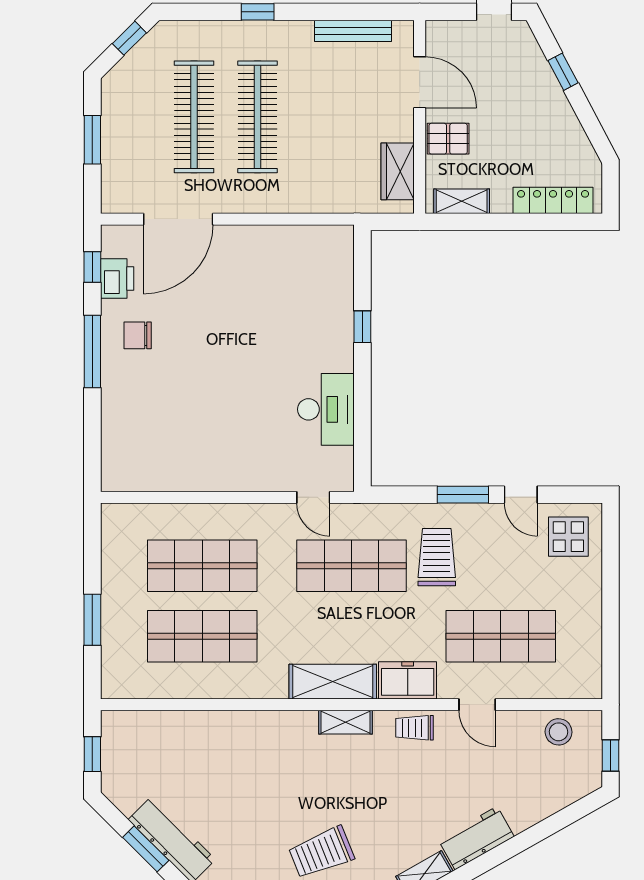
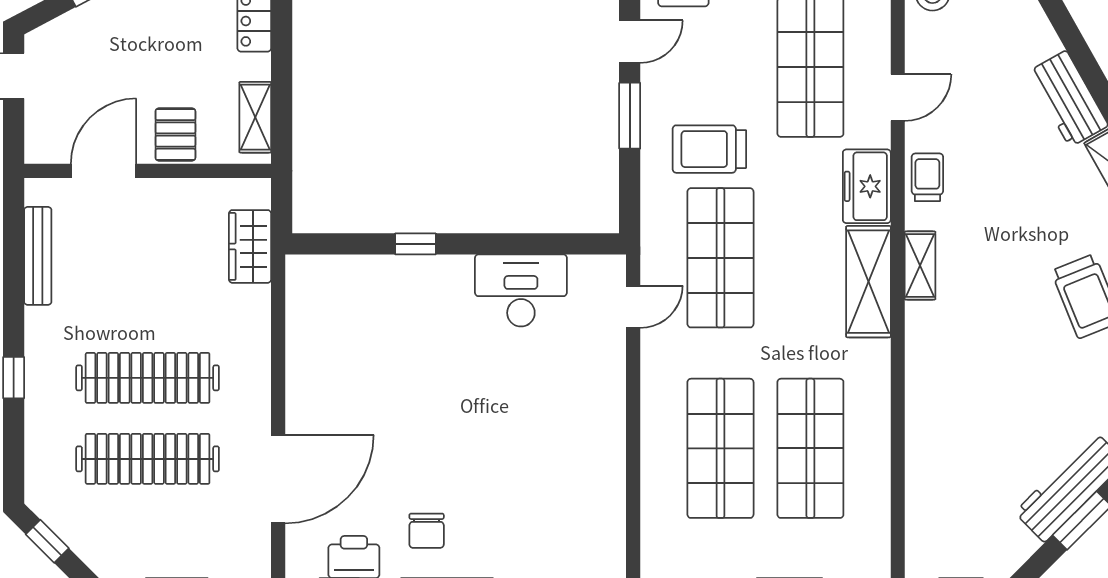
wardrobe: (398, 171) -> (250, 246), moved, turned 90
door: (178, 219) -> (278, 479), hinge flipped
trolley: (415, 728) -> (927, 177), turned 180

